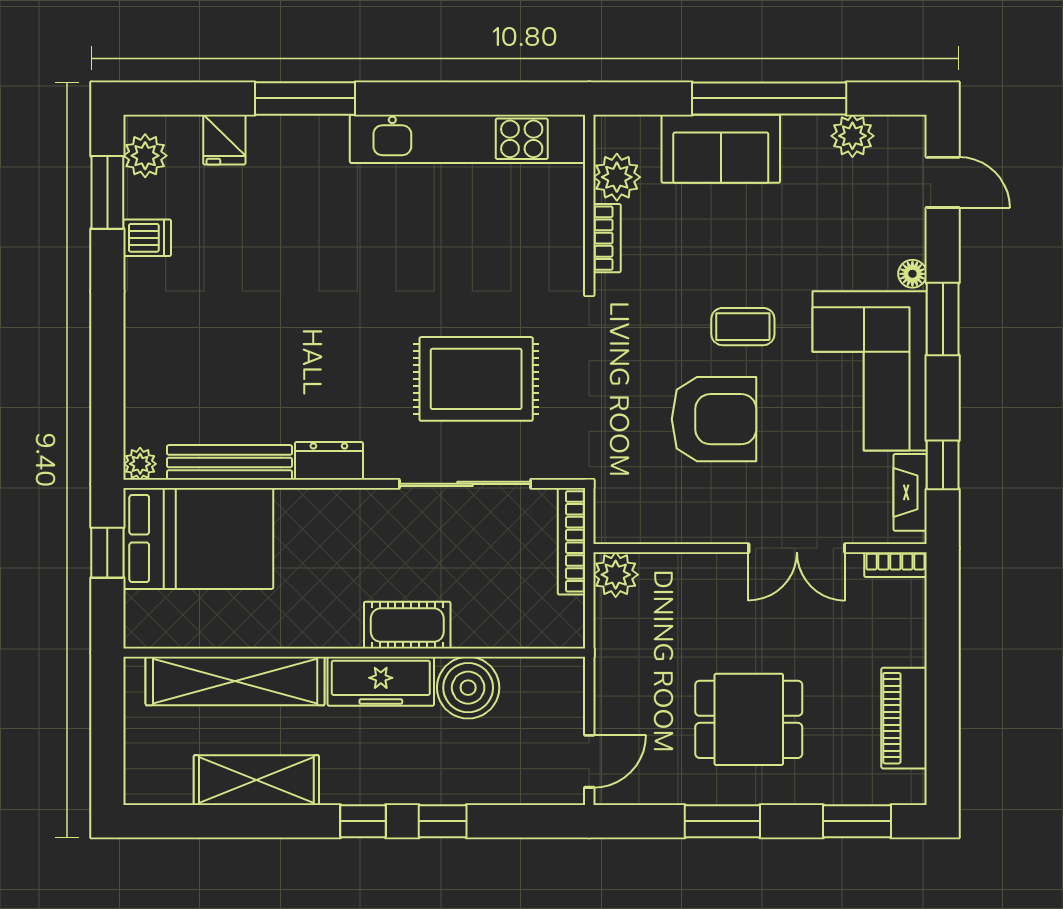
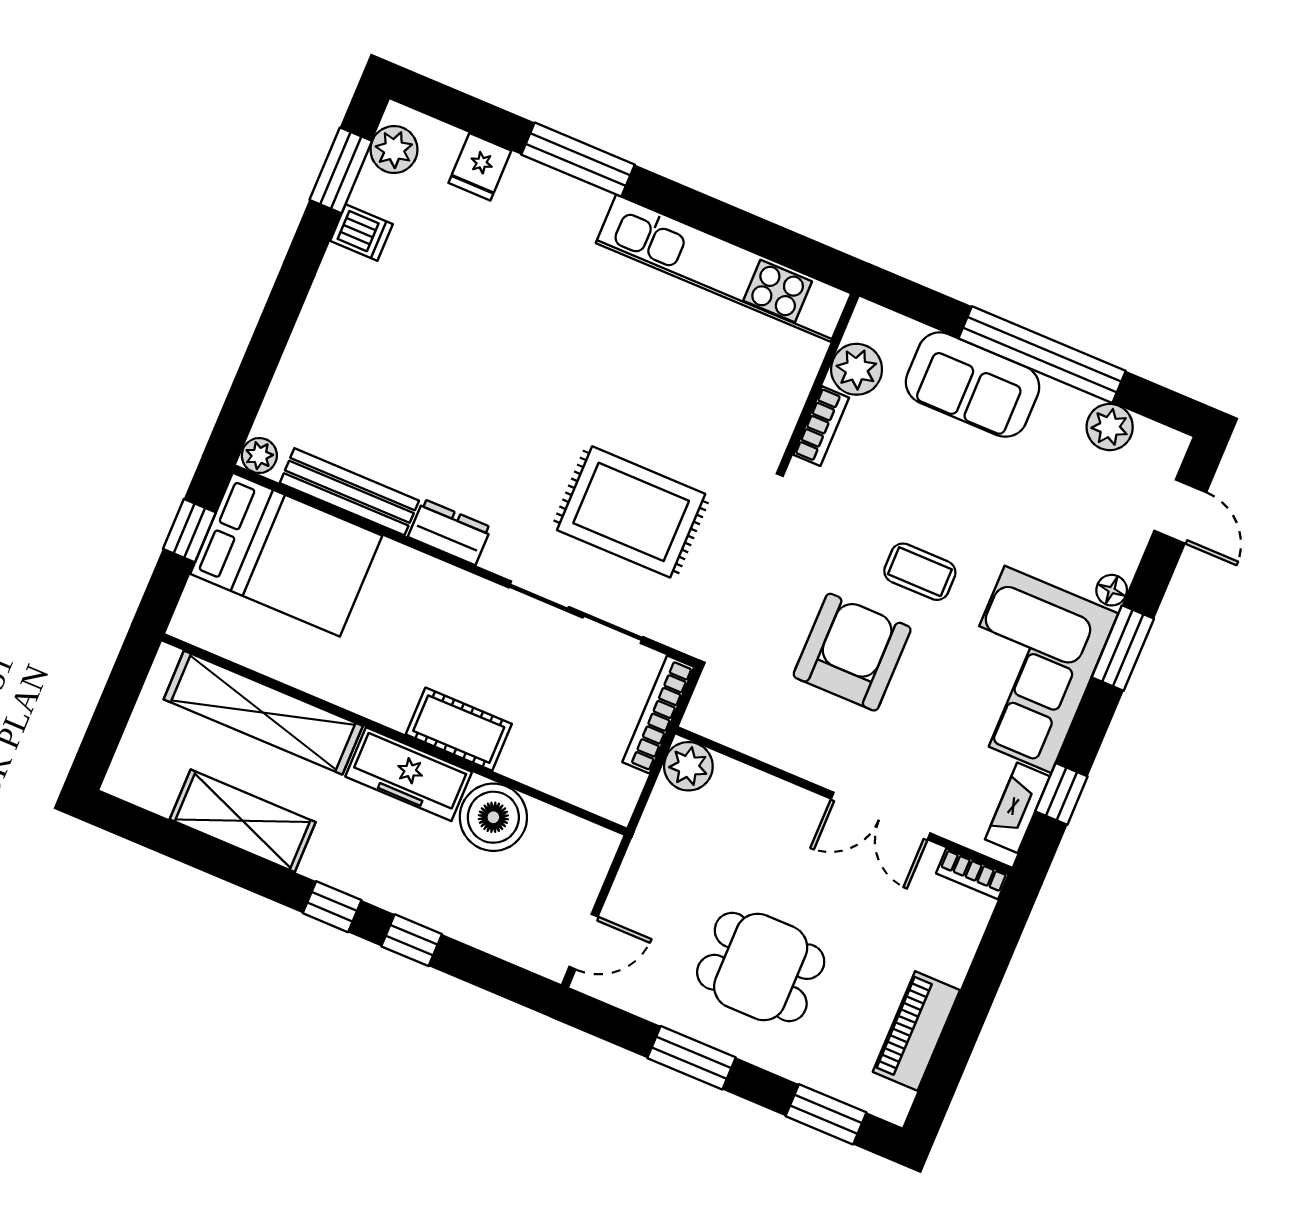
armchair: (714, 419) -> (852, 652), turned -90

